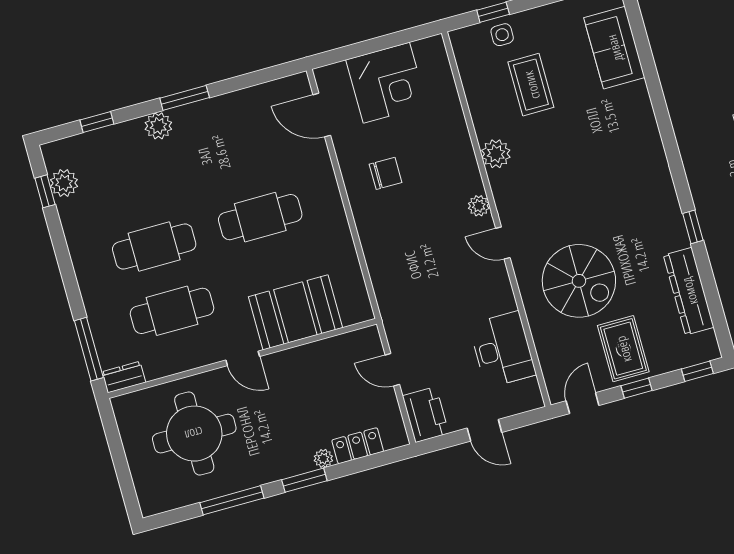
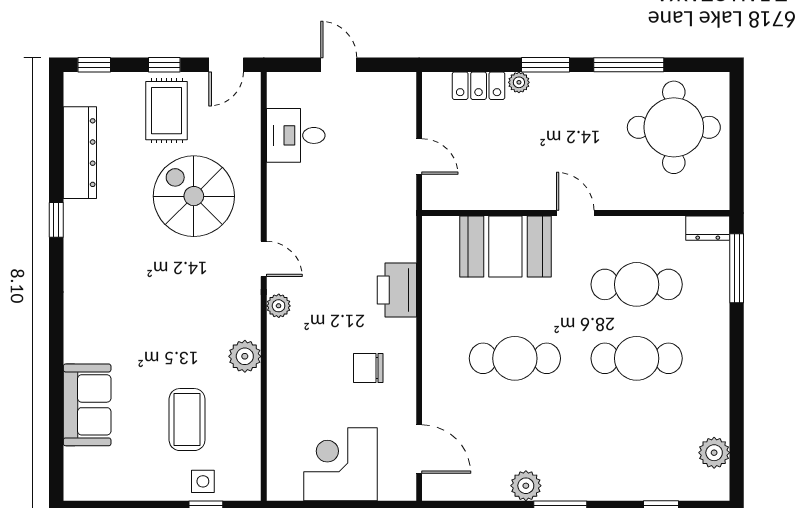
sofa: (614, 48) -> (87, 405), moved
plant: (158, 126) -> (526, 486), moved
window: (45, 191) -> (737, 449), removed
desk: (502, 350) -> (296, 135), width x0.73
printer: (426, 415) -> (397, 290), moved
round table: (194, 434) -> (674, 127), moved

